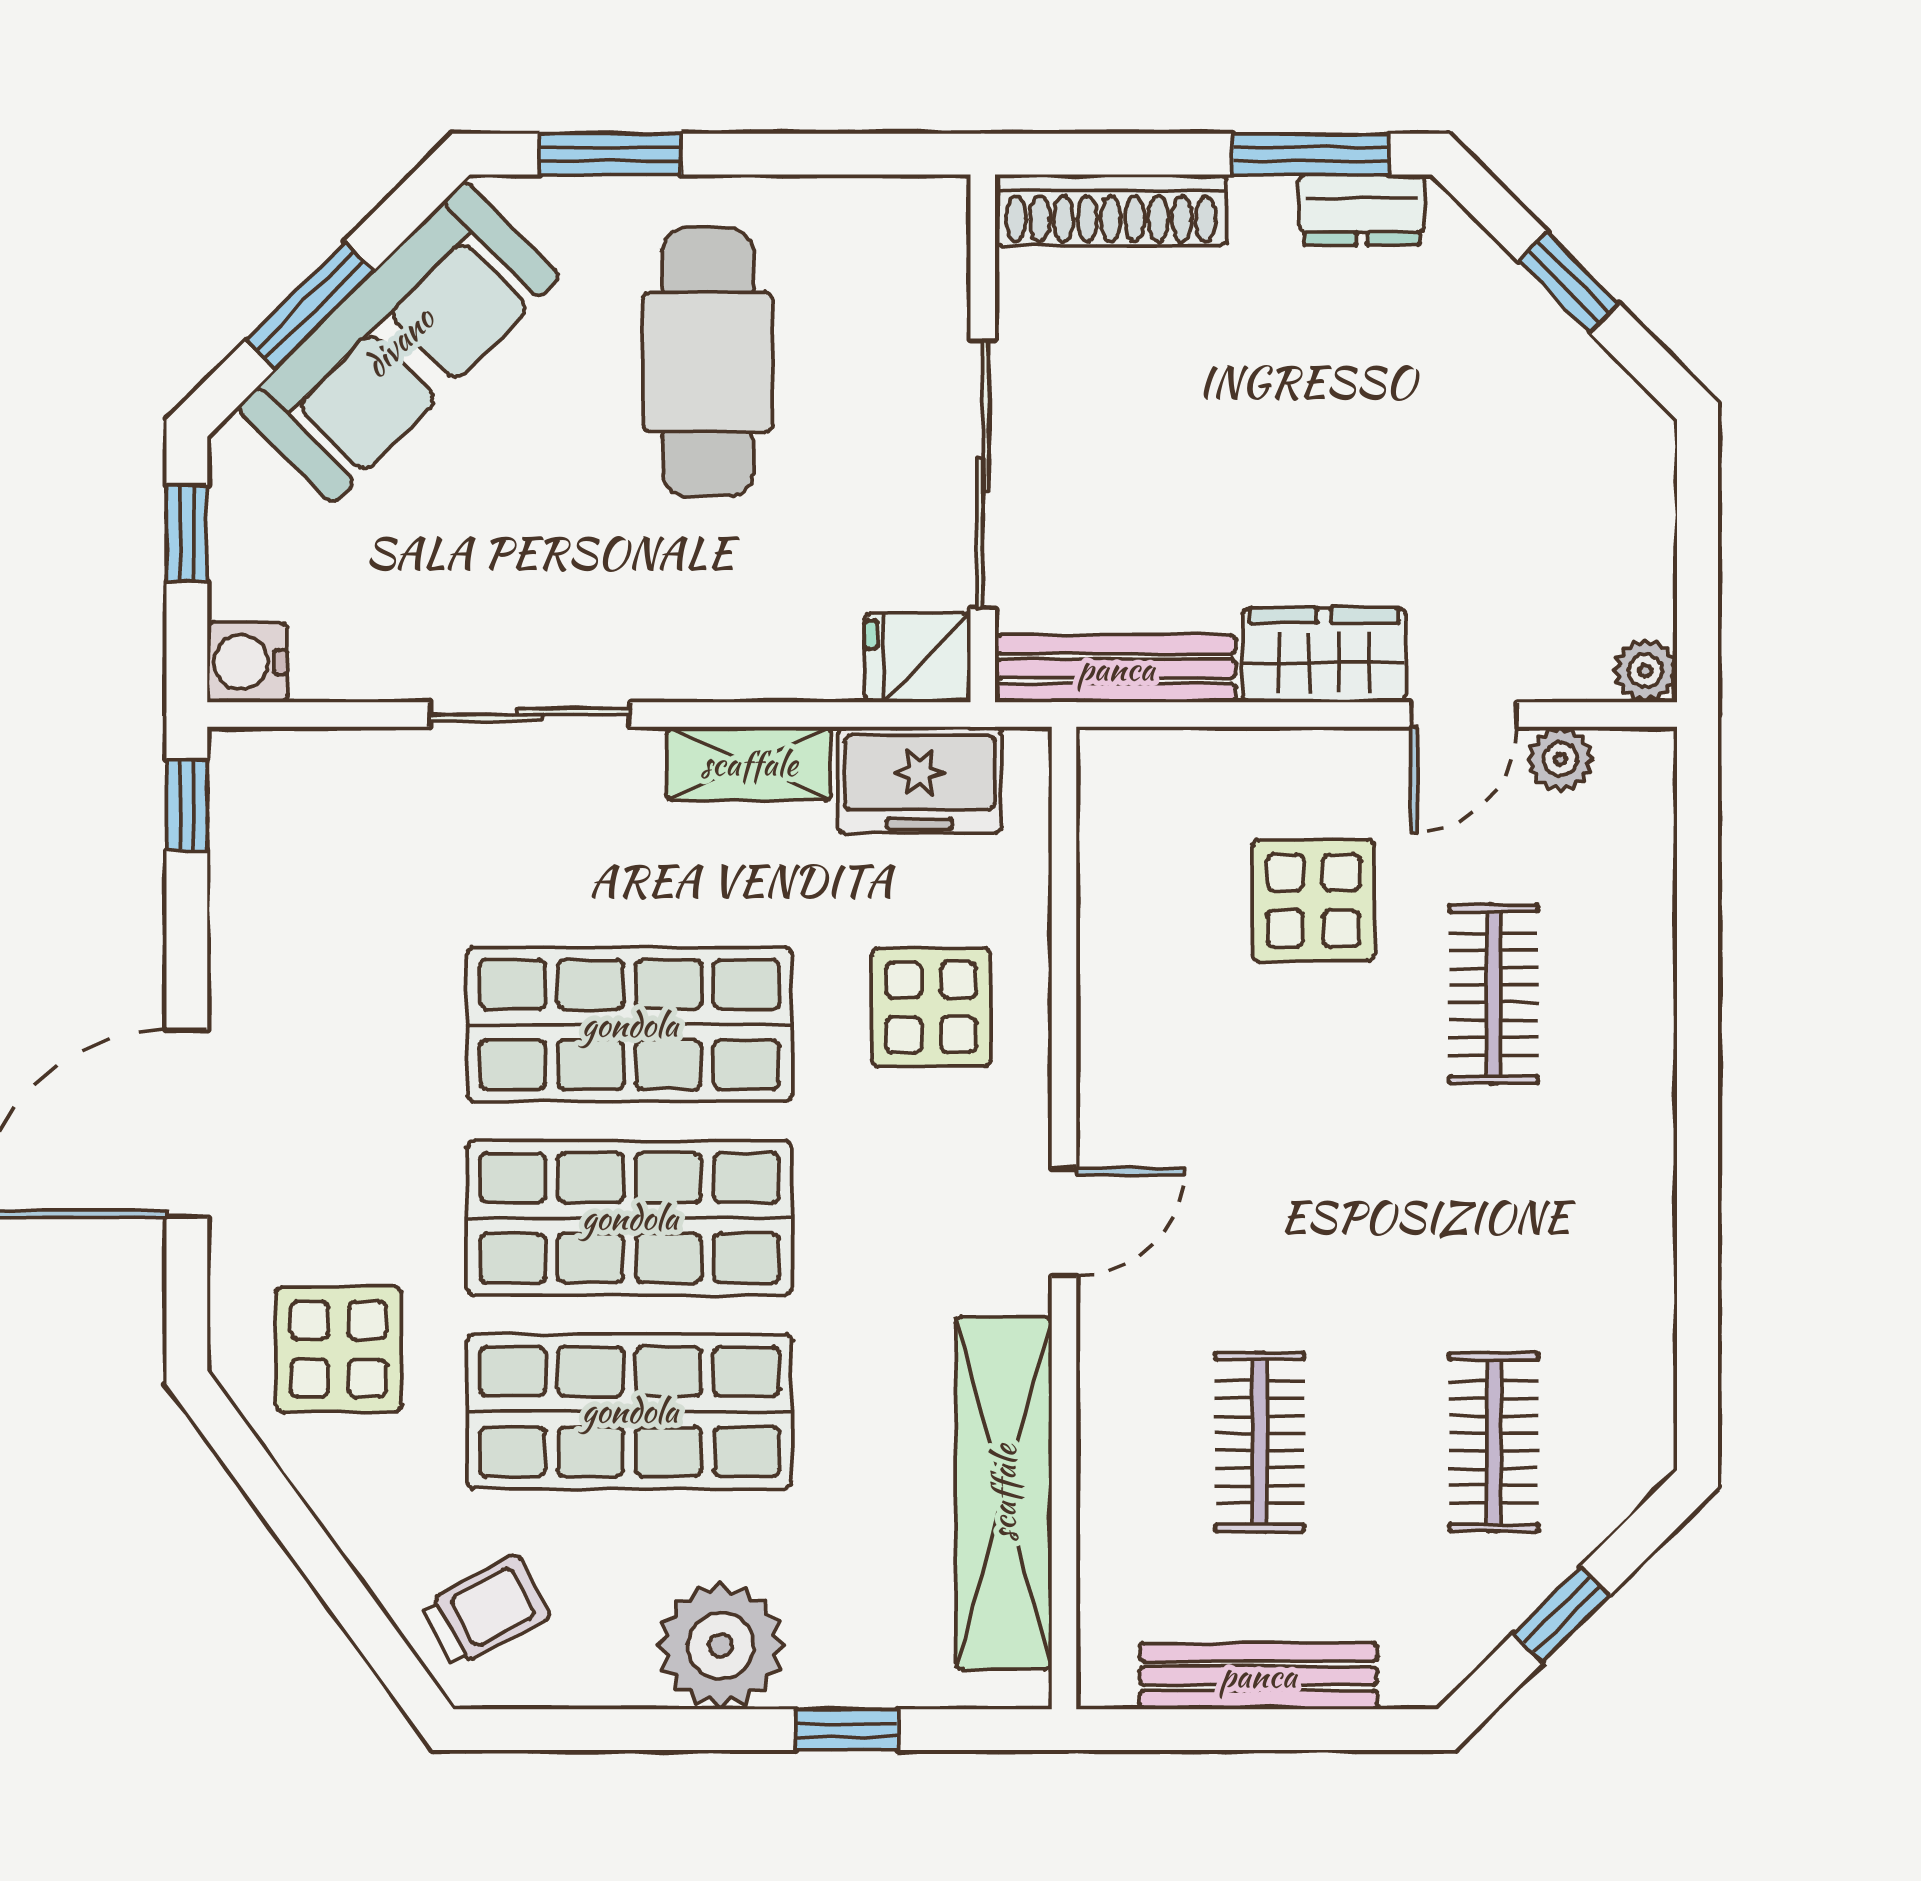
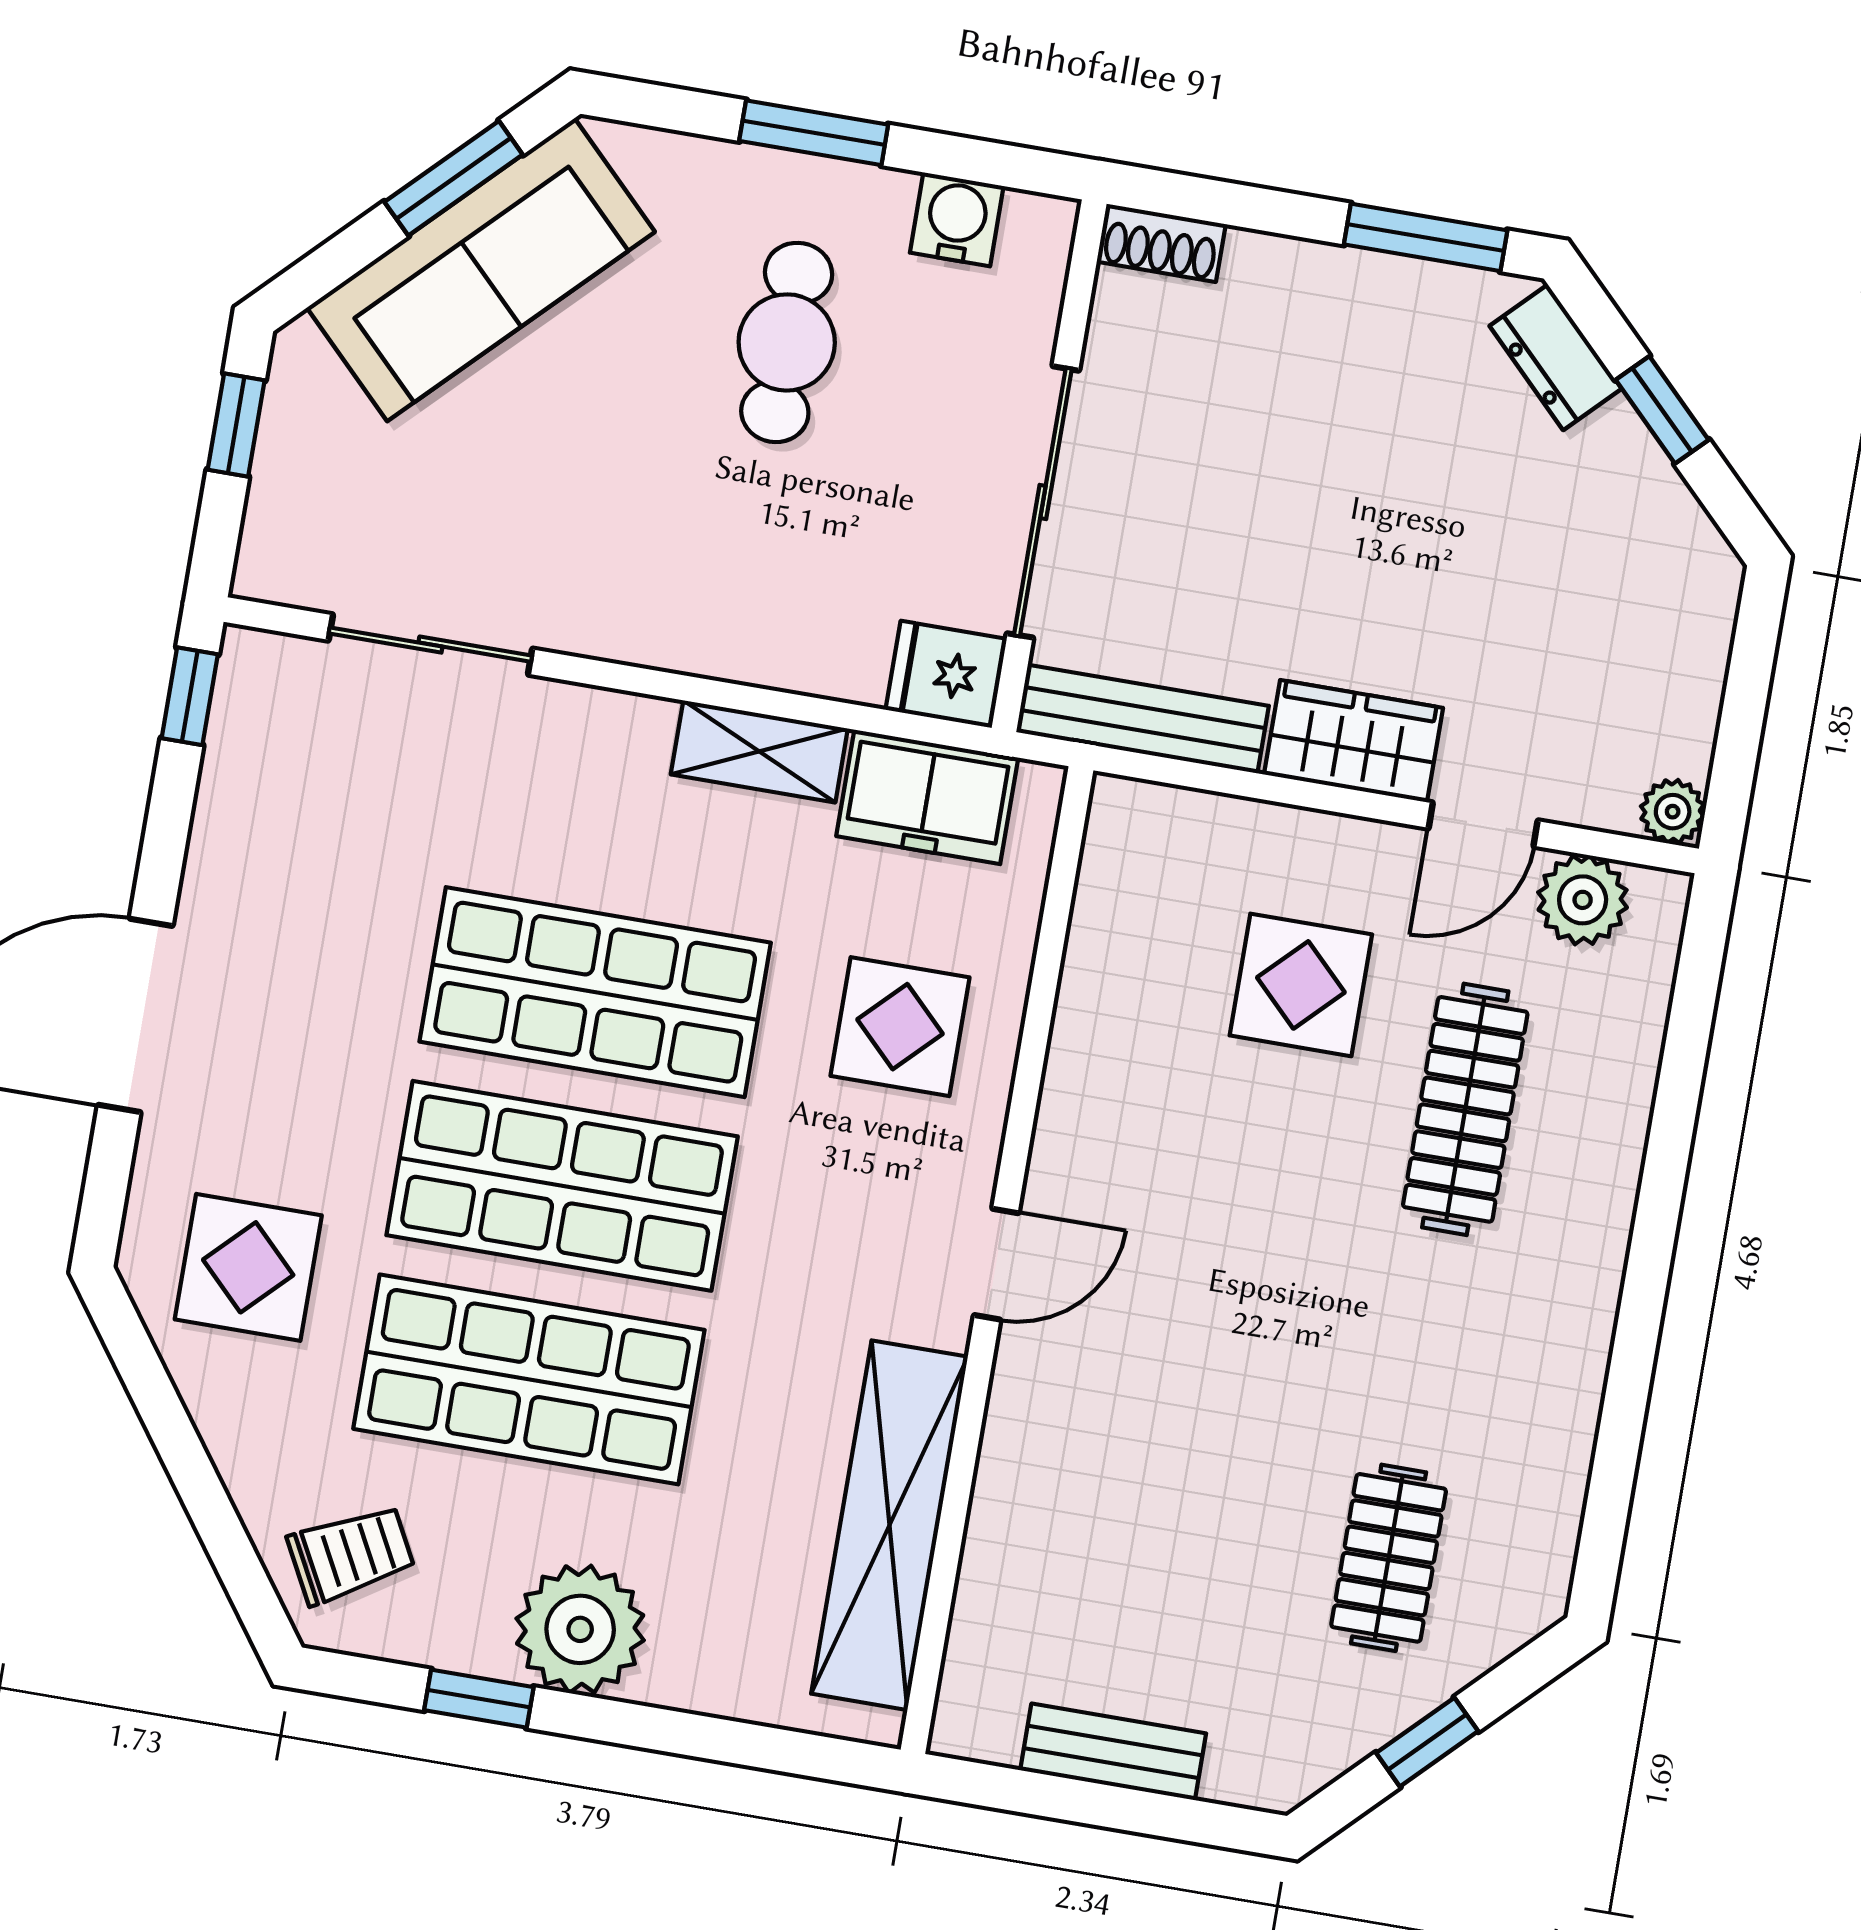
window: (610, 154) -> (814, 133), moved
shoe rack: (1111, 210) -> (1161, 243), width x0.51, depth x0.81
dresser: (1362, 210) -> (1556, 357), moved, turned 45
window: (310, 306) -> (454, 178), moved
cafe table: (708, 362) -> (787, 342), width x0.73, depth x0.74
water cooler: (247, 662) -> (957, 219), moved, turned 90
sliding door: (530, 714) -> (430, 645), moved
plant: (1561, 759) -> (1583, 900), width x1.38, depth x1.38
clothes rail: (1494, 994) -> (1465, 1109), width x1.36
clothes rail: (1260, 1442) -> (1155, 1518), removed
bench: (1258, 1676) -> (1113, 1752), width x0.73
window: (847, 1730) -> (479, 1699), moved

